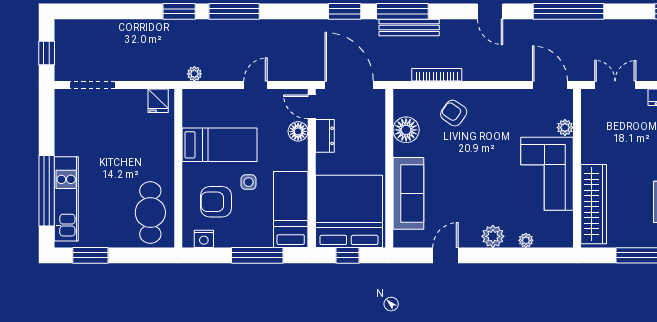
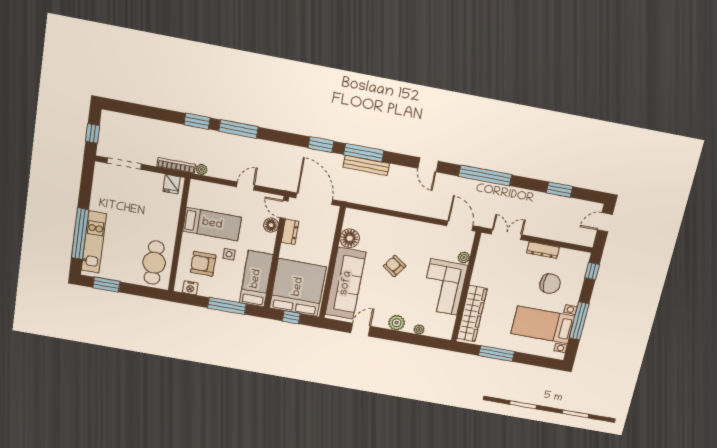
bookcase: (437, 75) -> (176, 165), moved
armchair: (454, 113) -> (394, 266), moved
sofa: (408, 193) -> (346, 283), width x1.36, depth x1.27

